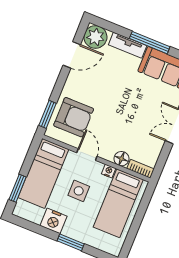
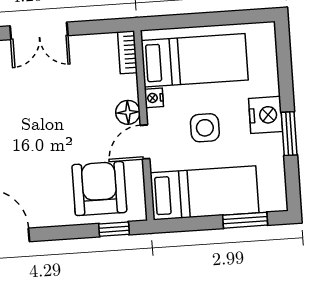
window: (48, 114) -> (114, 229), width x0.67
floor lamp: (122, 159) -> (128, 112), moved
nightstand: (54, 221) -> (266, 115), moved
window: (71, 242) -> (289, 134), moved

